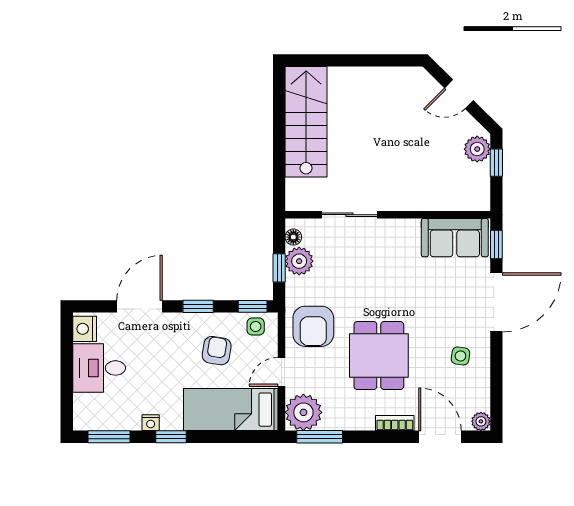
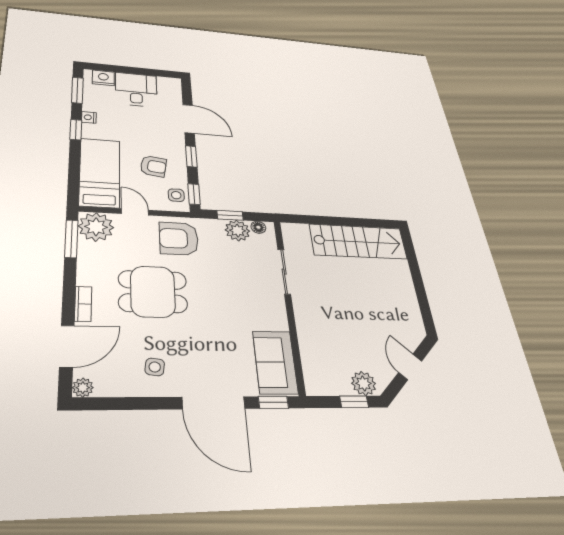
nightstand: (85, 329) -> (103, 78), moved

